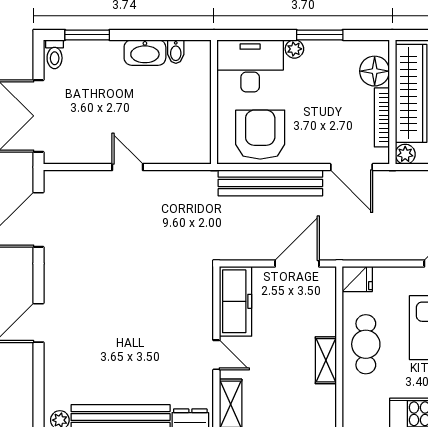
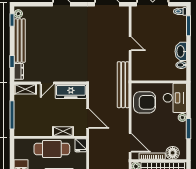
door: (128, 167) -> (130, 44), hinge flipped
door: (352, 167) -> (130, 143), swing flipped
bench: (270, 183) -> (123, 85), moved
cafe table: (366, 344) -> (52, 149), width x1.37, depth x1.35
shelving: (326, 360) -> (63, 131), moved

